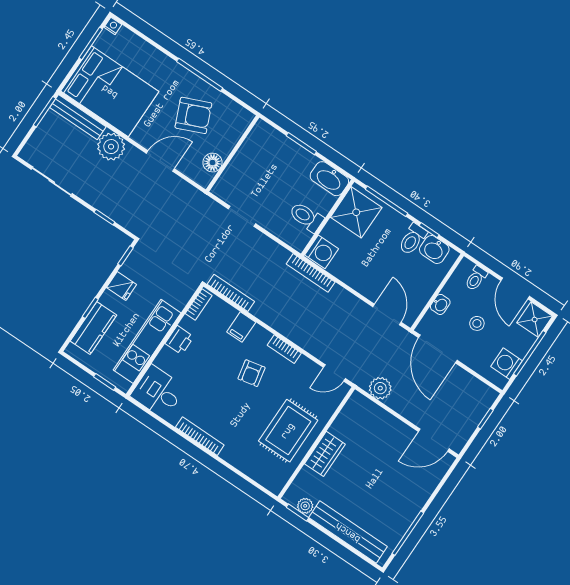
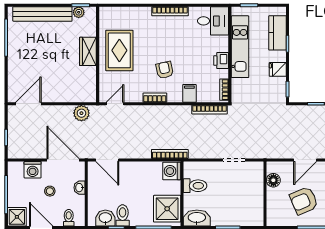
washing machine: (506, 364) -> (33, 170), moved, turned 90

